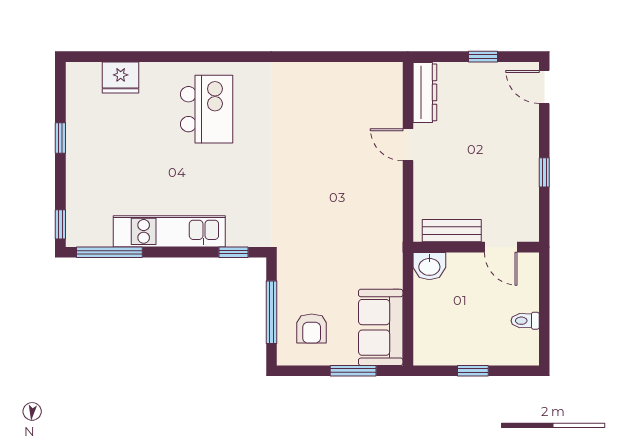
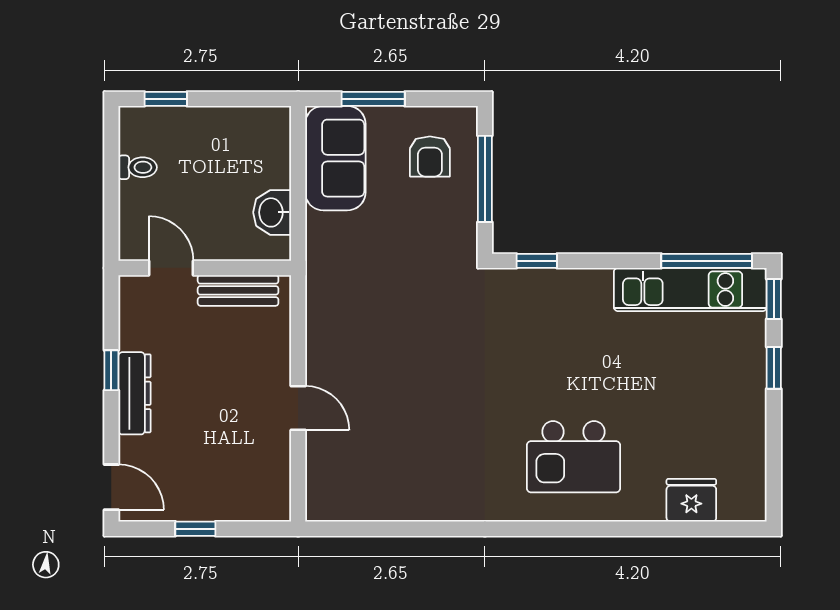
dresser: (425, 92) -> (134, 393), moved, turned 180
kitchen island: (207, 109) -> (574, 457), turned -90
window: (60, 138) -> (774, 368), moved
kitchen unit: (169, 231) -> (690, 290), moved
washbasin: (429, 266) -> (272, 212), moved, turned -90
armchair: (312, 329) -> (430, 157), turned 180
window: (473, 371) -> (166, 99), moved

